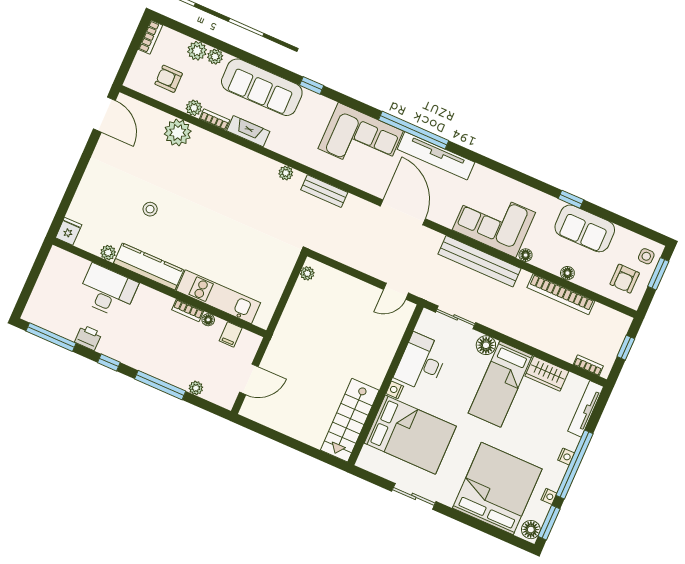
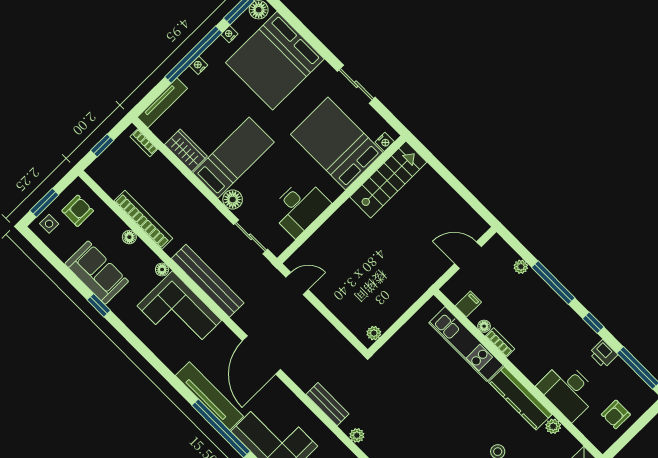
armchair: (55, 286) -> (616, 414), added
nightstand: (395, 390) -> (385, 142), moved

